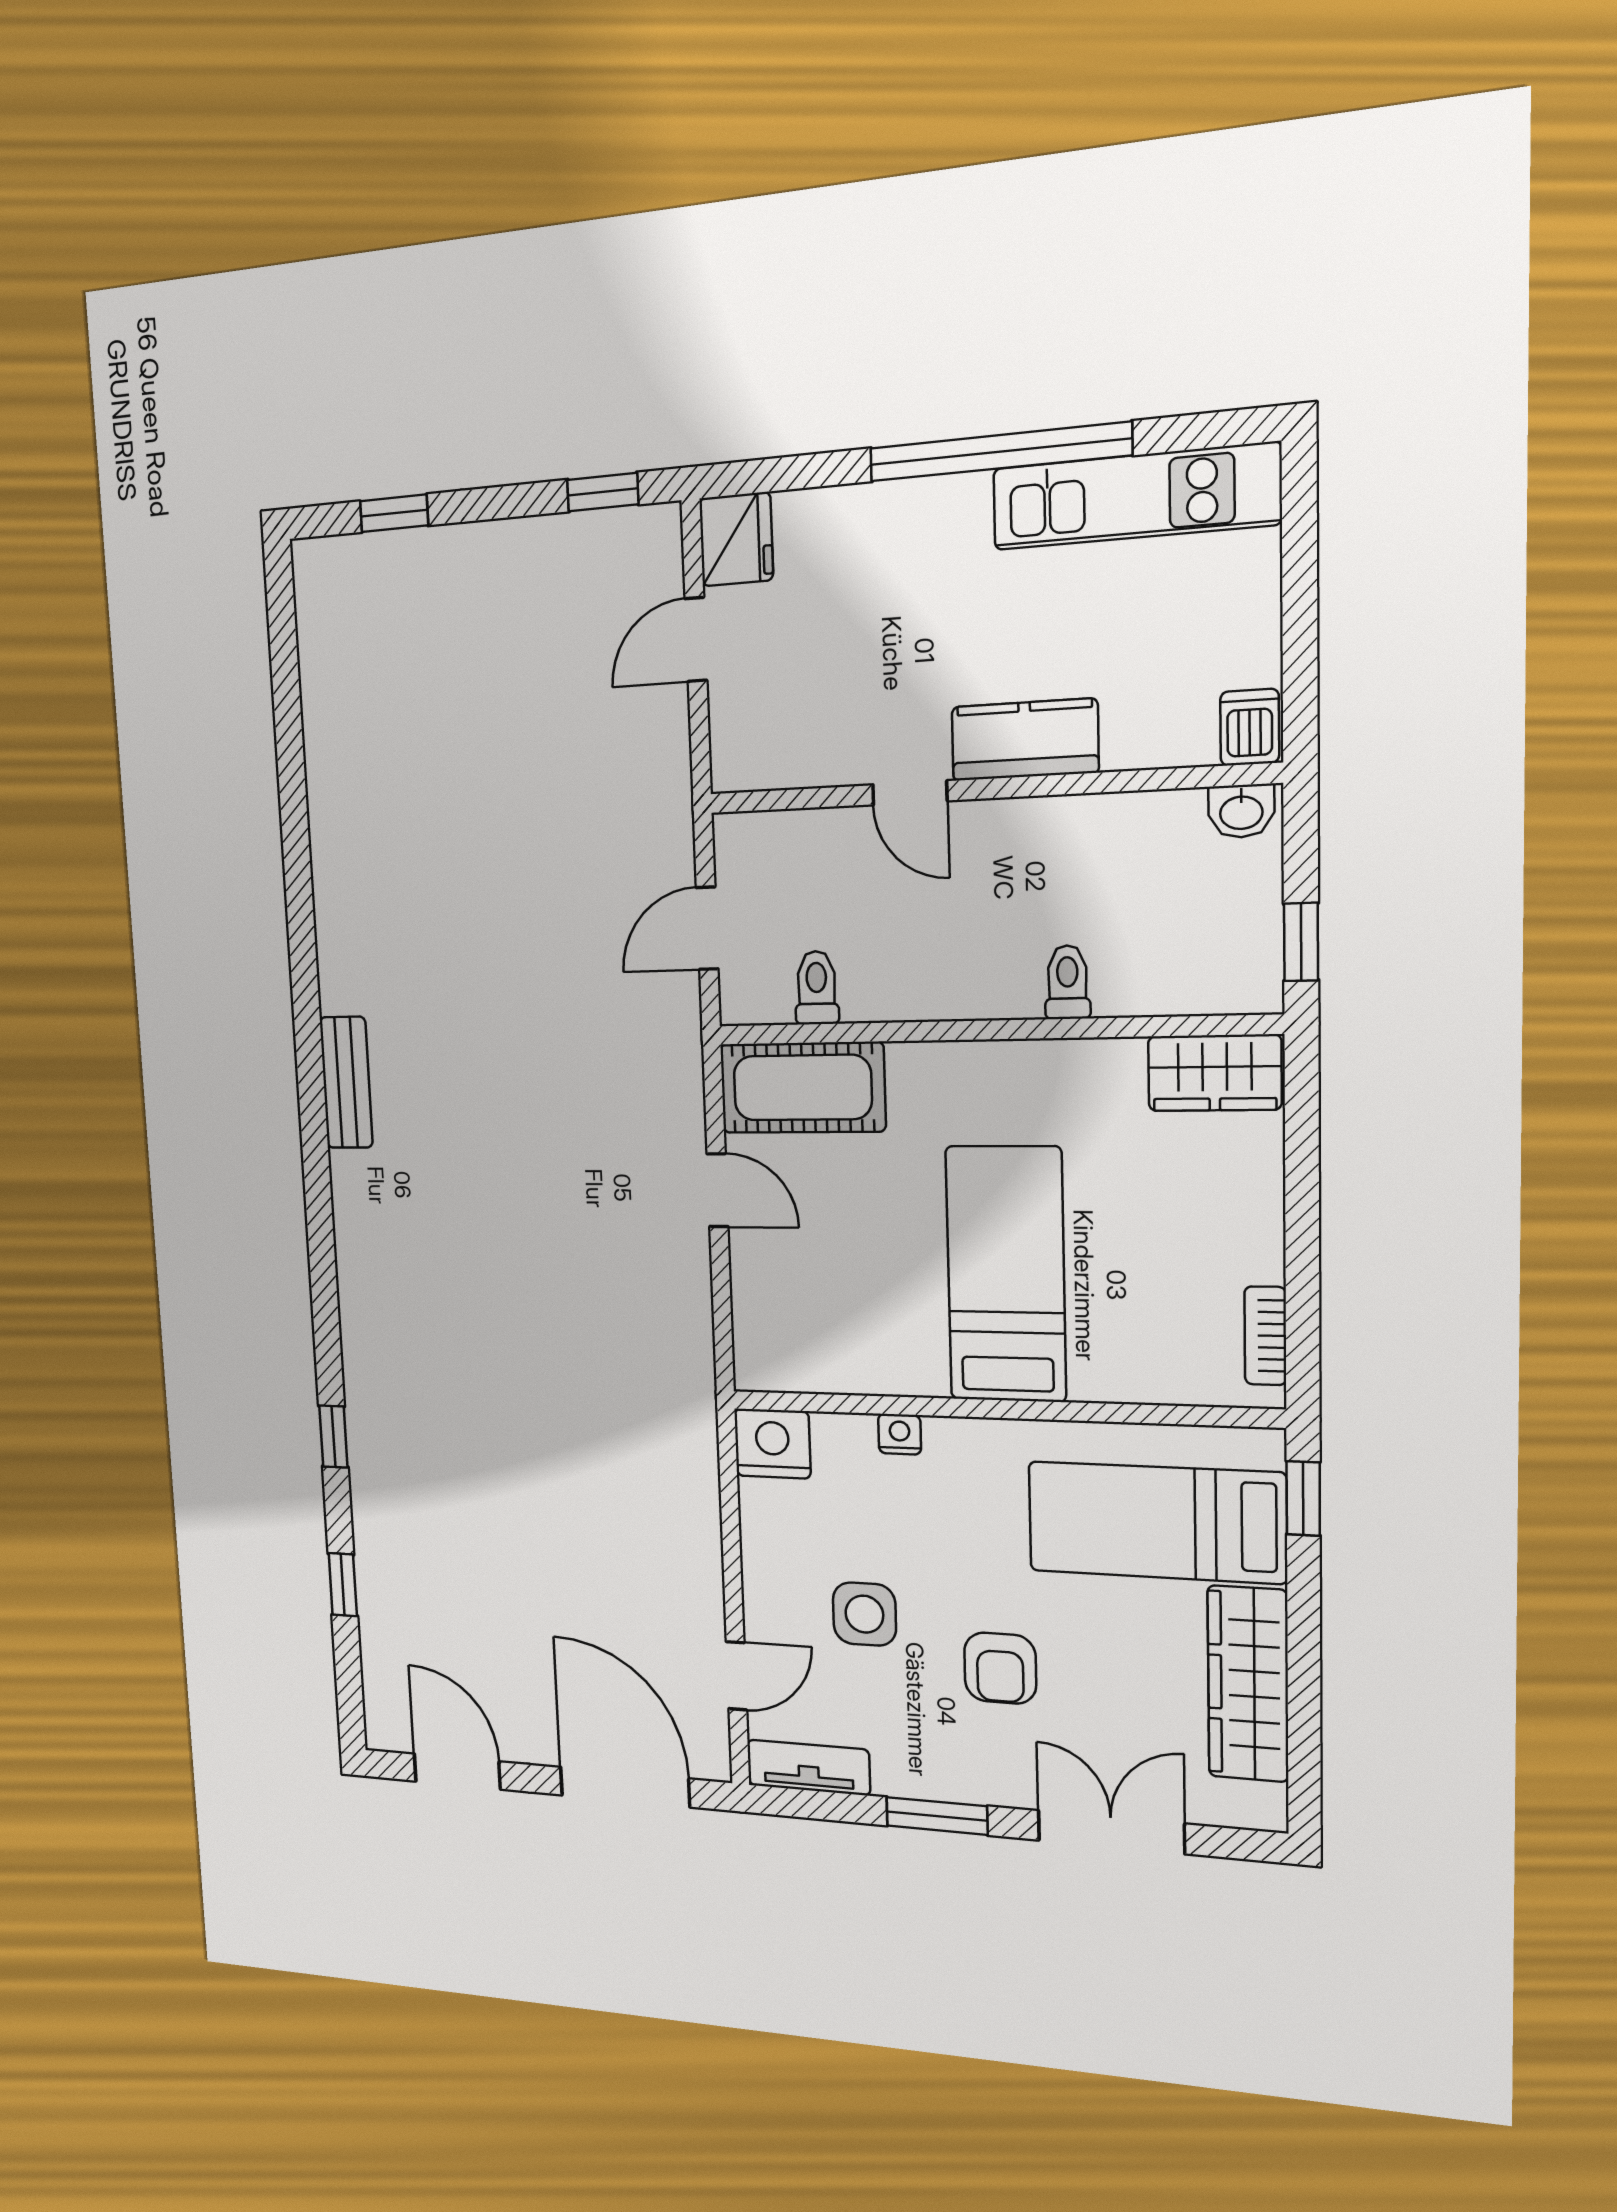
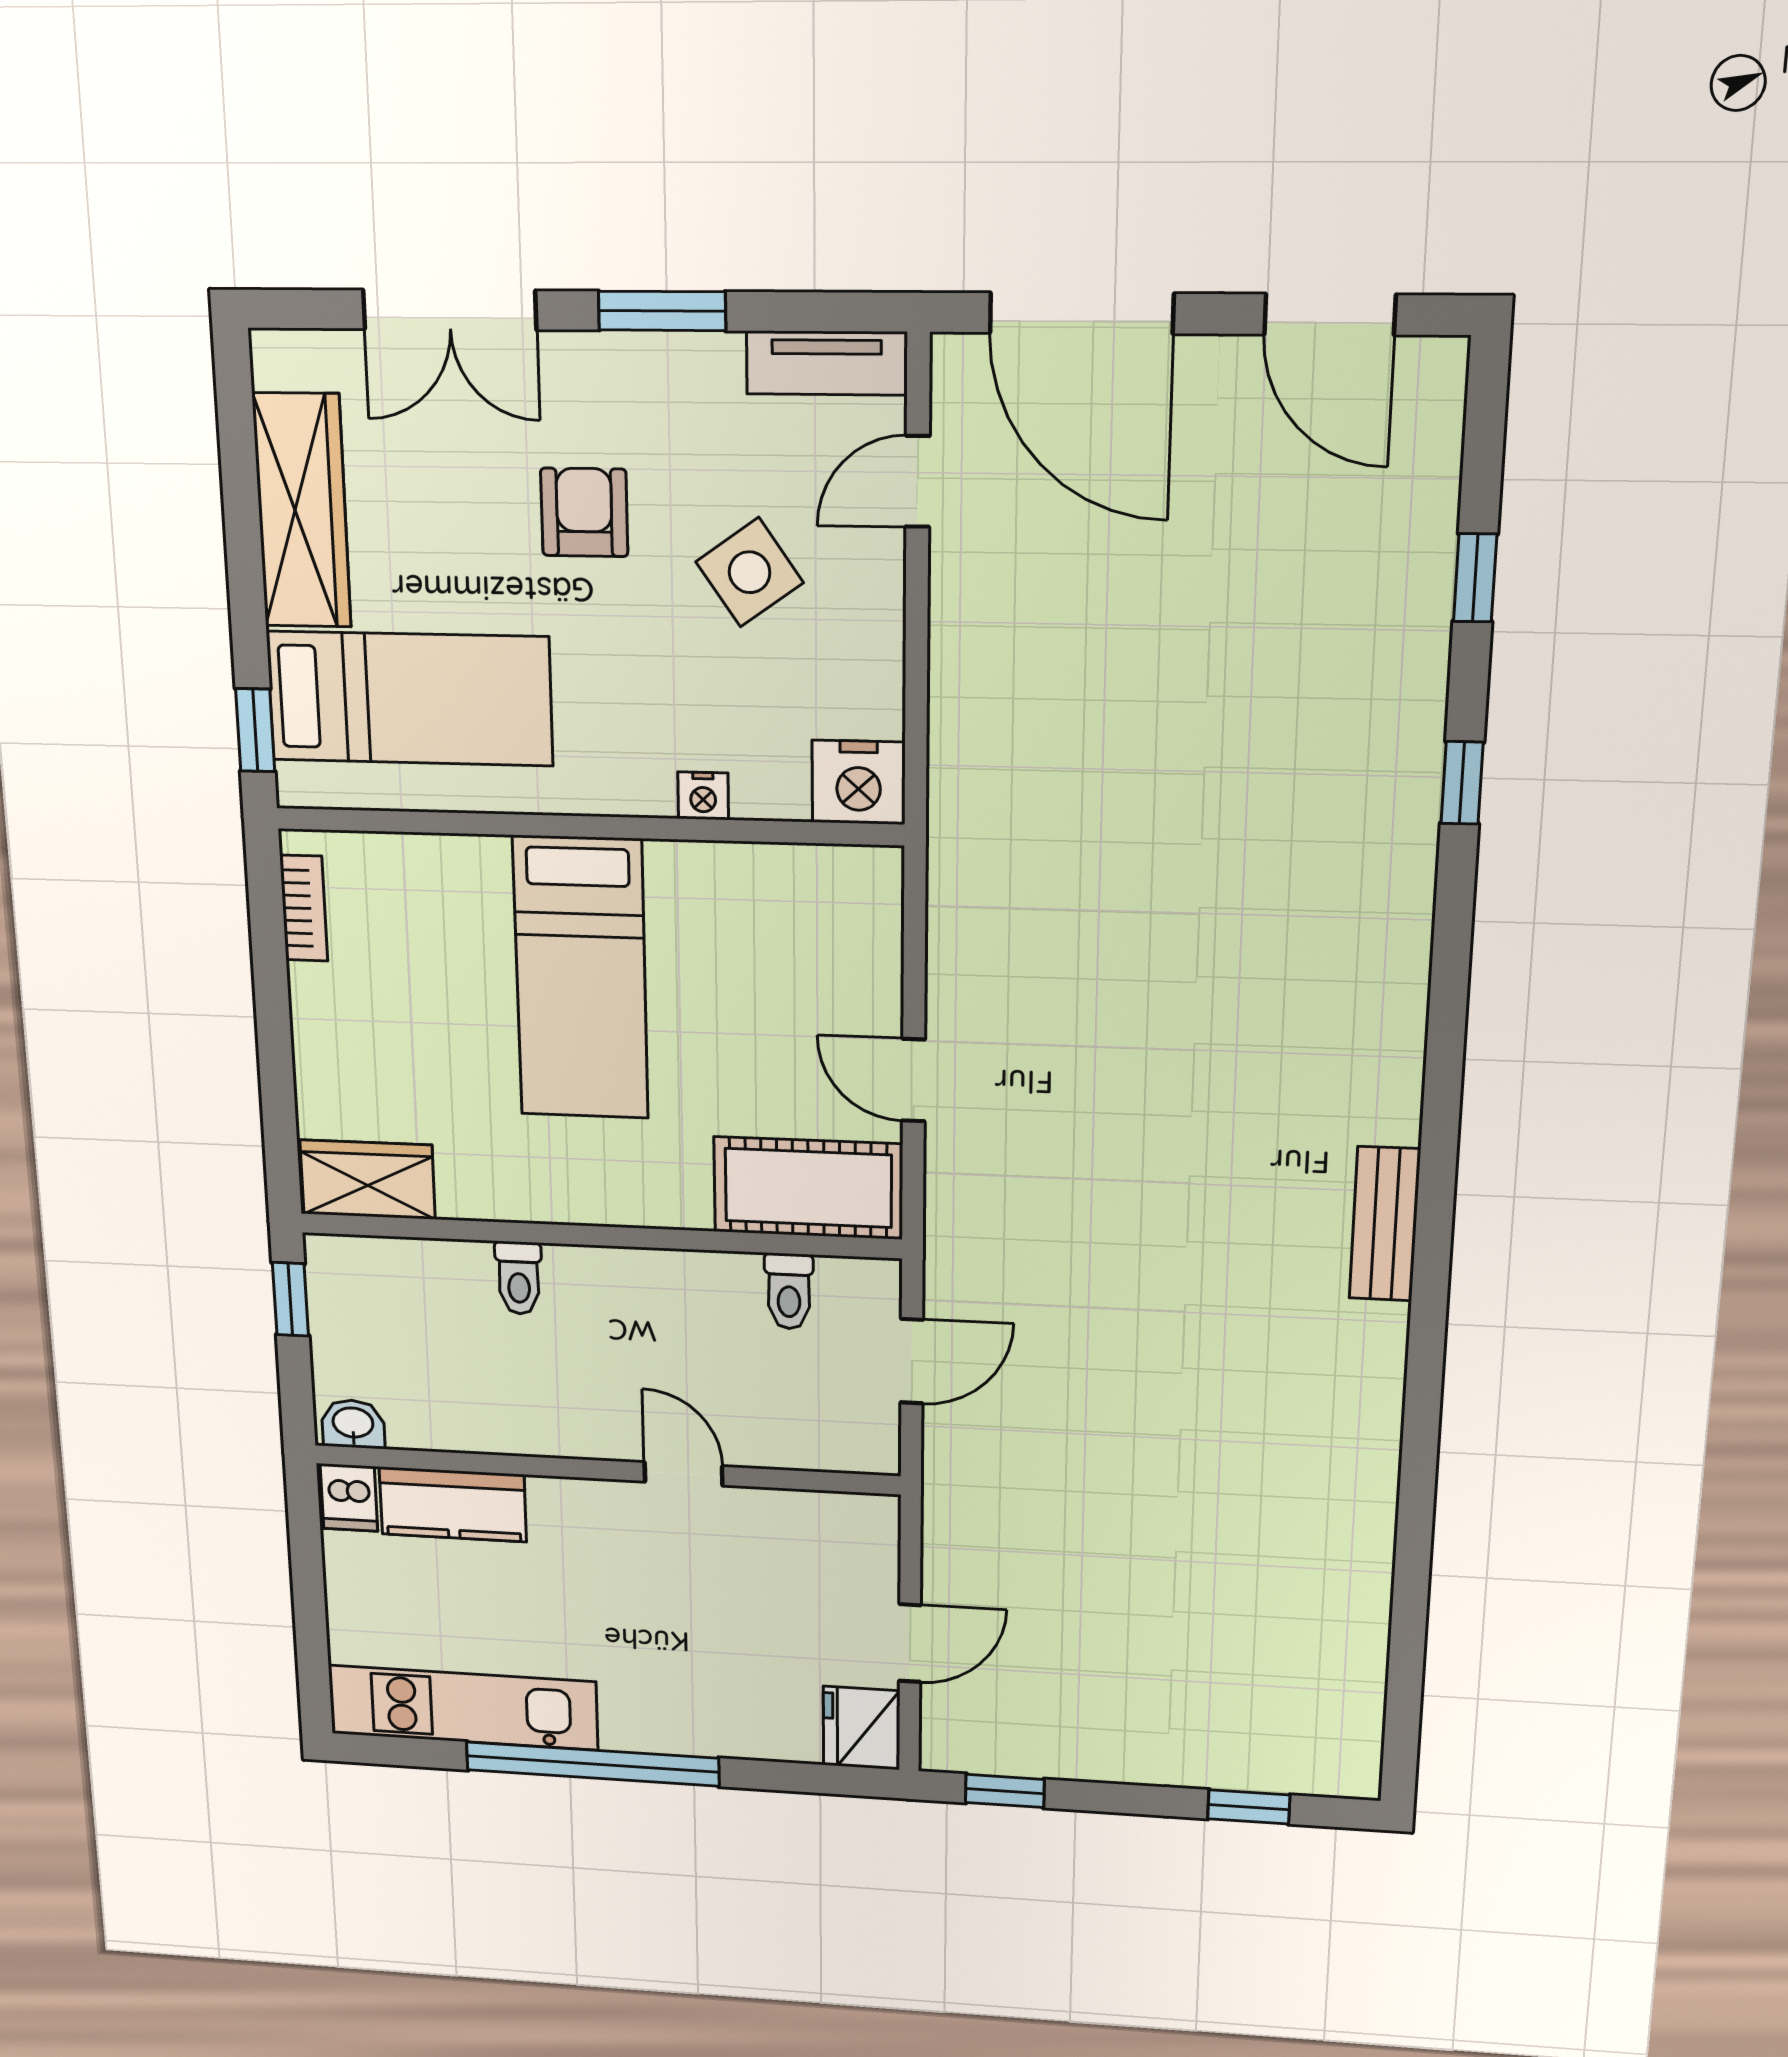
kitchen counter: (1025, 740) -> (453, 1504), moved
side table: (864, 1614) -> (750, 572), turned -35

